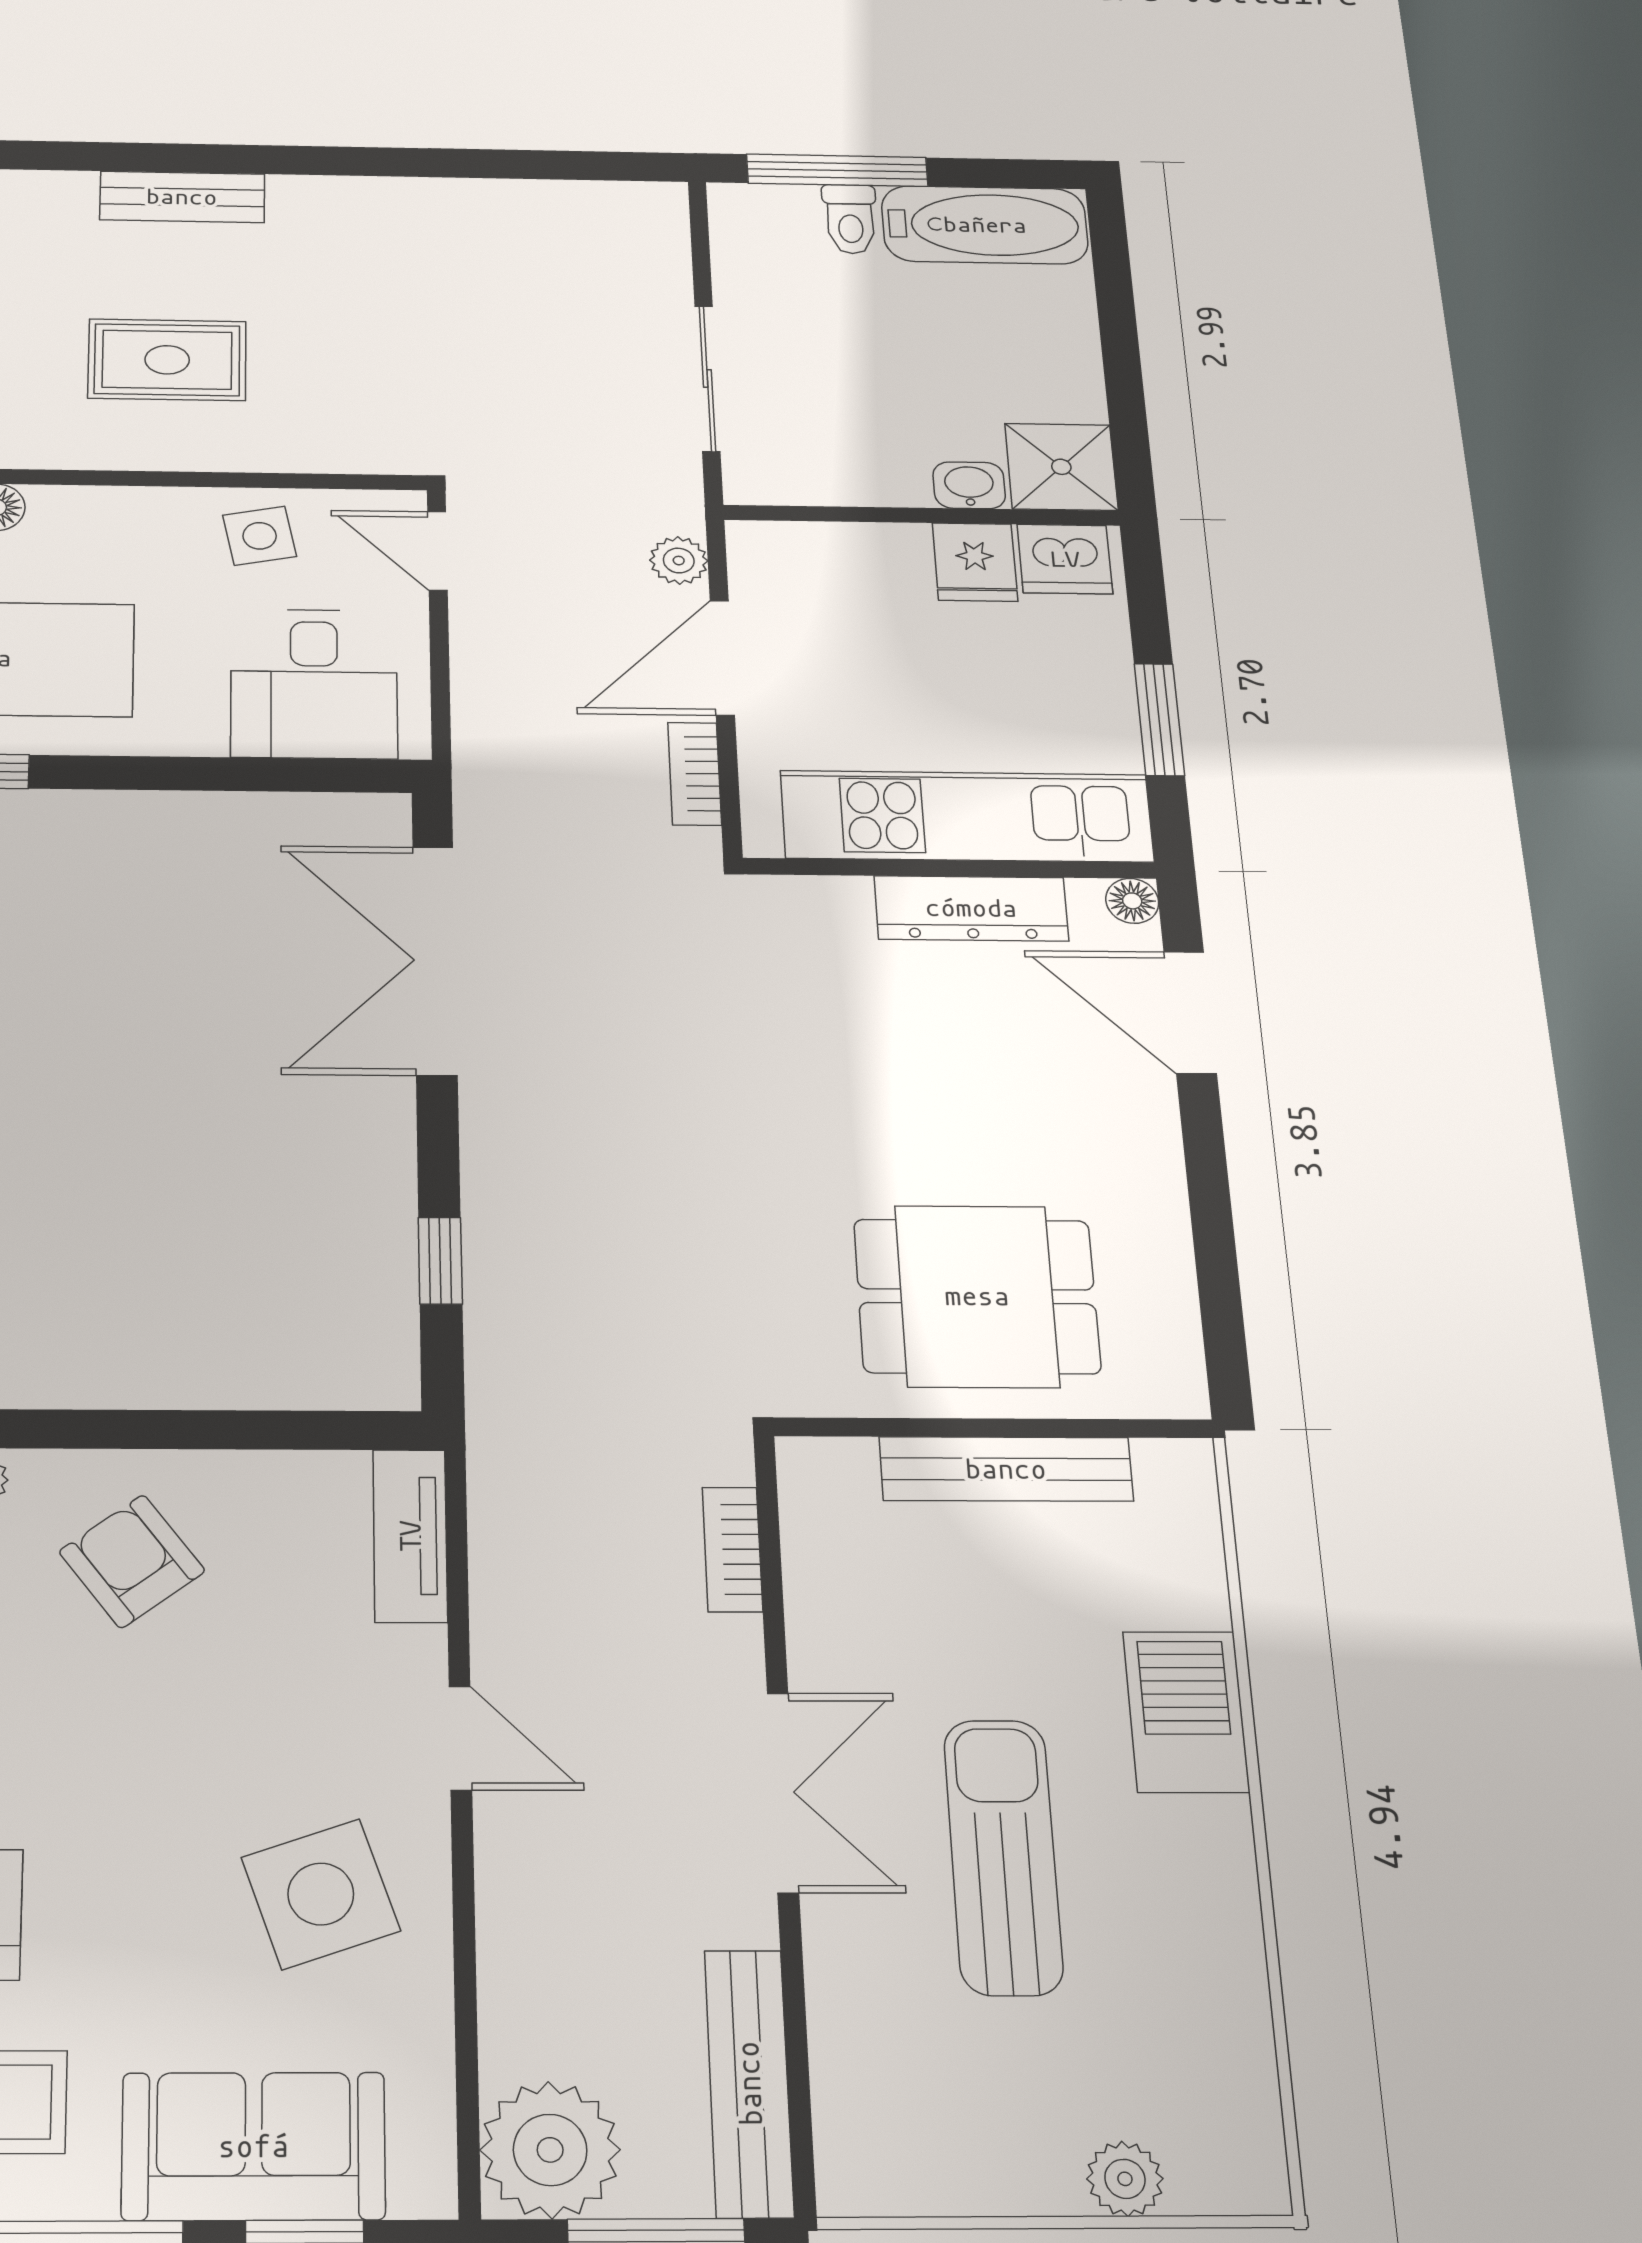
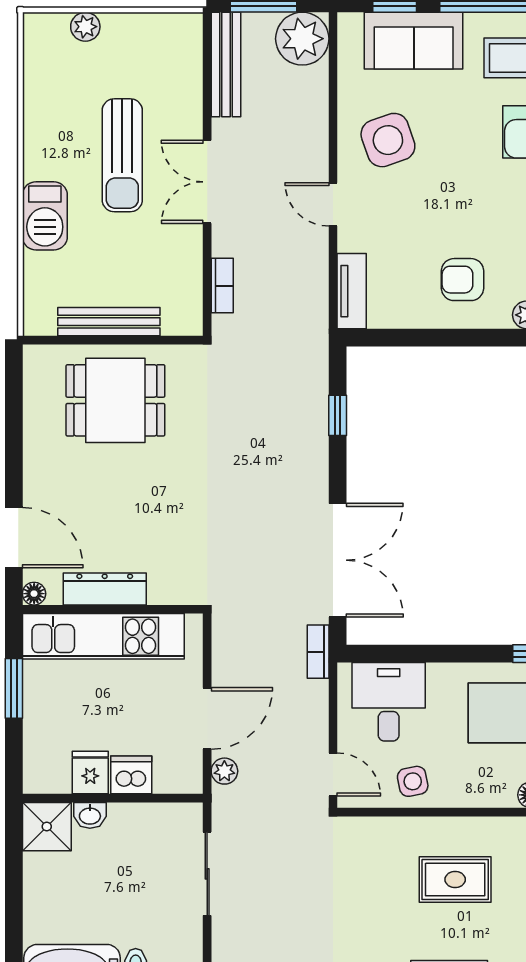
dishwasher: (1065, 559) -> (131, 775), moved
bookcase: (695, 774) -> (318, 652), moved, turned 180
armchair: (132, 1561) -> (462, 280), turned 127

